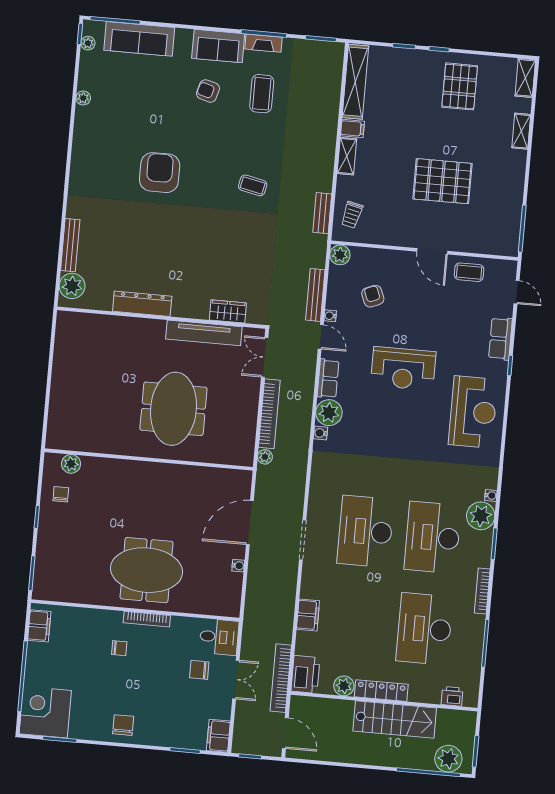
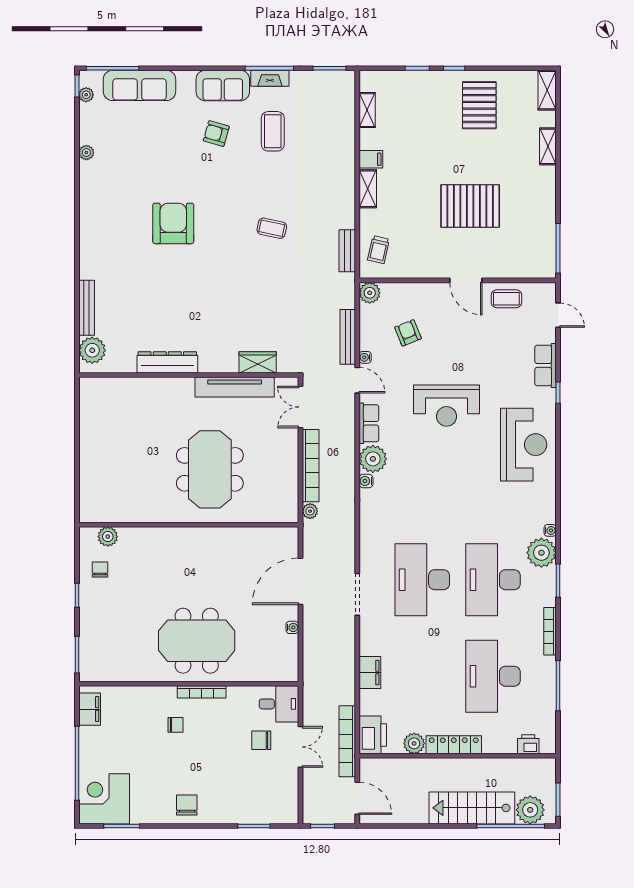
shelving: (355, 82) -> (367, 110), width x0.45, depth x0.75
stairs: (395, 719) -> (472, 808), moved, turned 180
filing cabinet: (218, 736) -> (287, 807), removed

